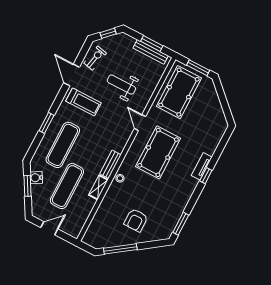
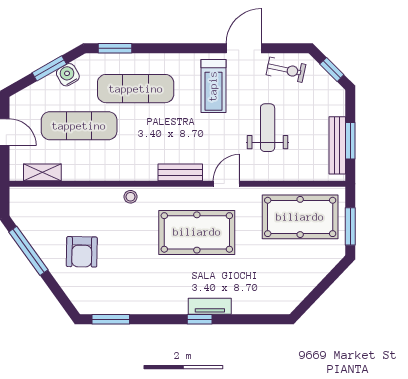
window: (47, 123) -> (115, 48), moved
bench: (110, 164) -> (180, 172), moved
shelving: (98, 187) -> (42, 172), moved
armchair: (136, 220) -> (82, 252), turned -89

